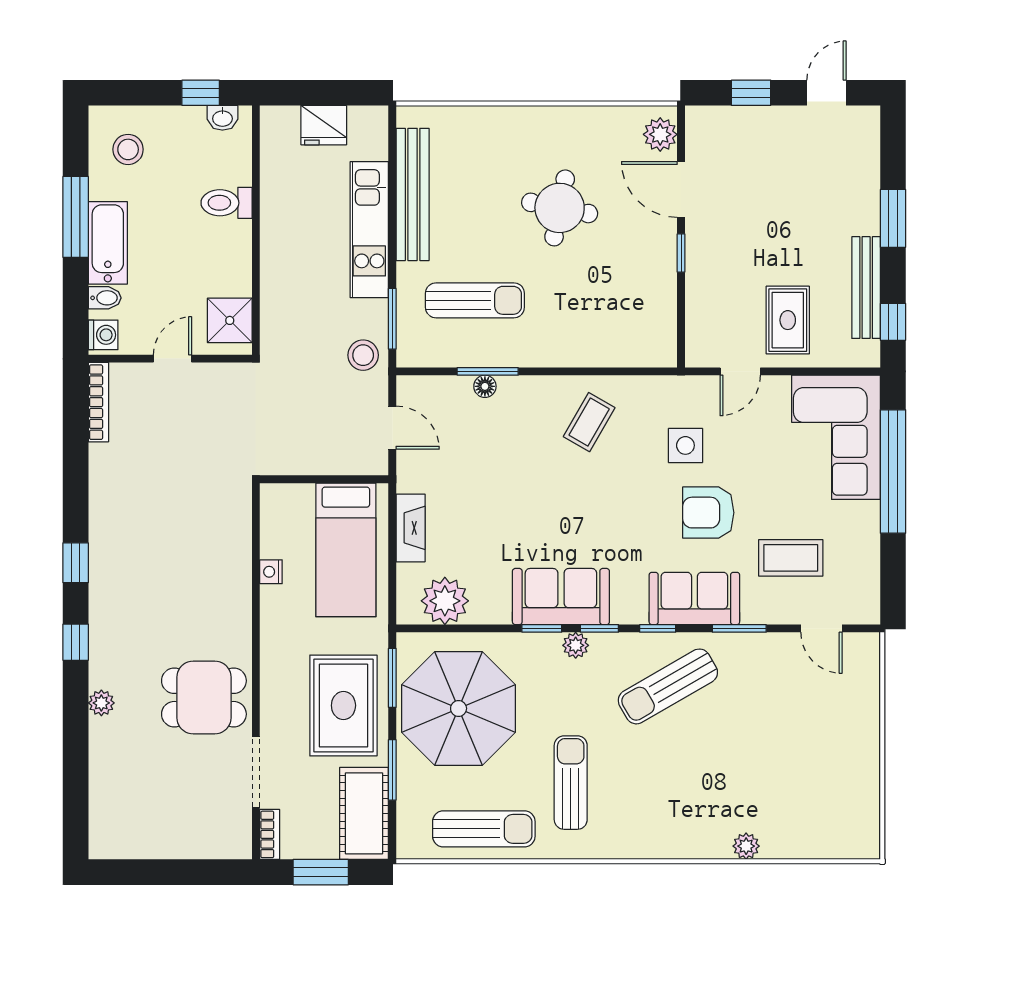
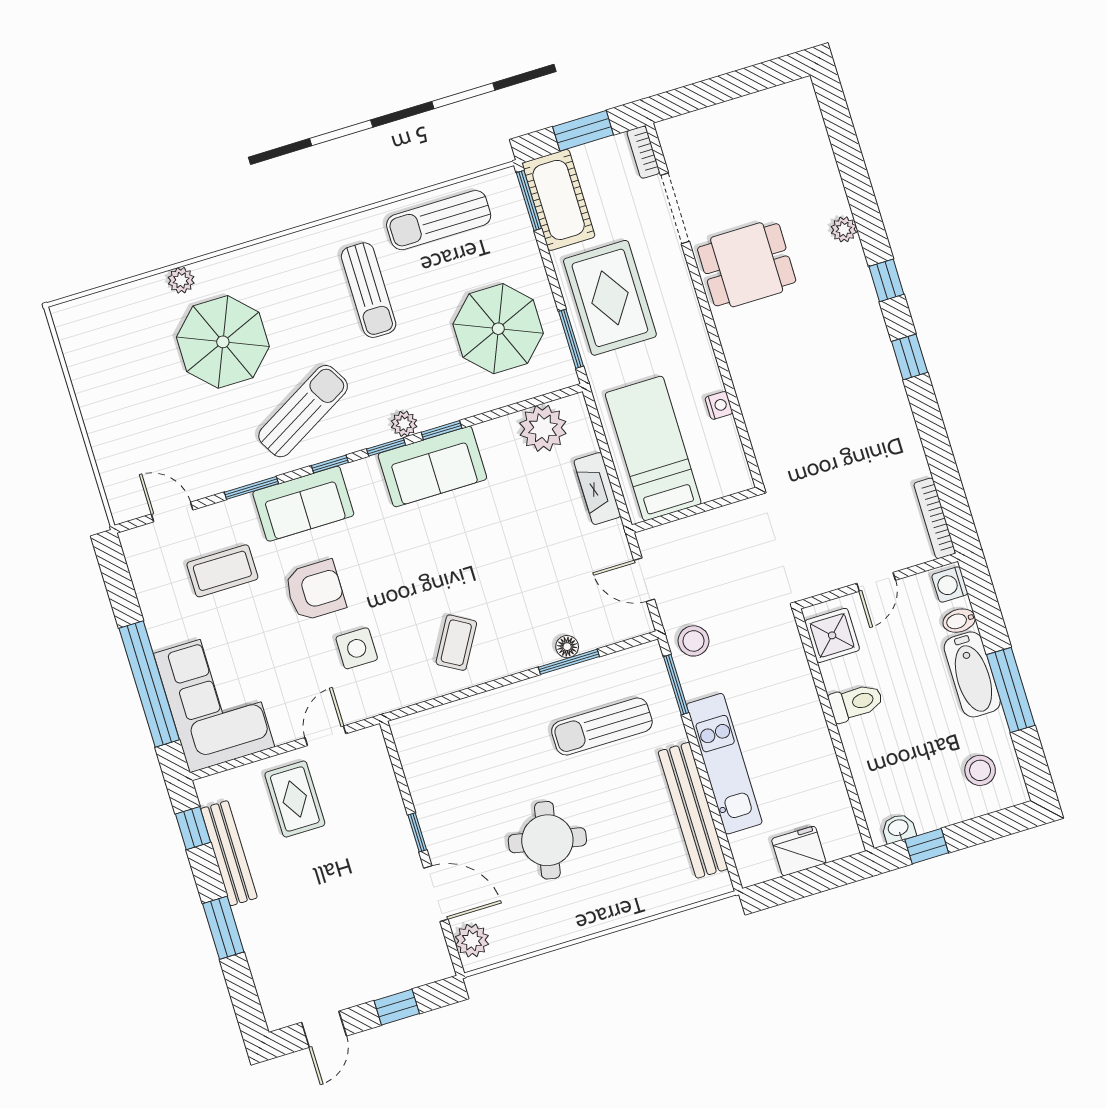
toilet: (227, 203) -> (856, 703), moved
parasol: (459, 708) -> (498, 329), width x0.73, depth x0.73
window: (392, 770) -> (529, 200), moved
parasol: (724, 775) -> (223, 342), added

